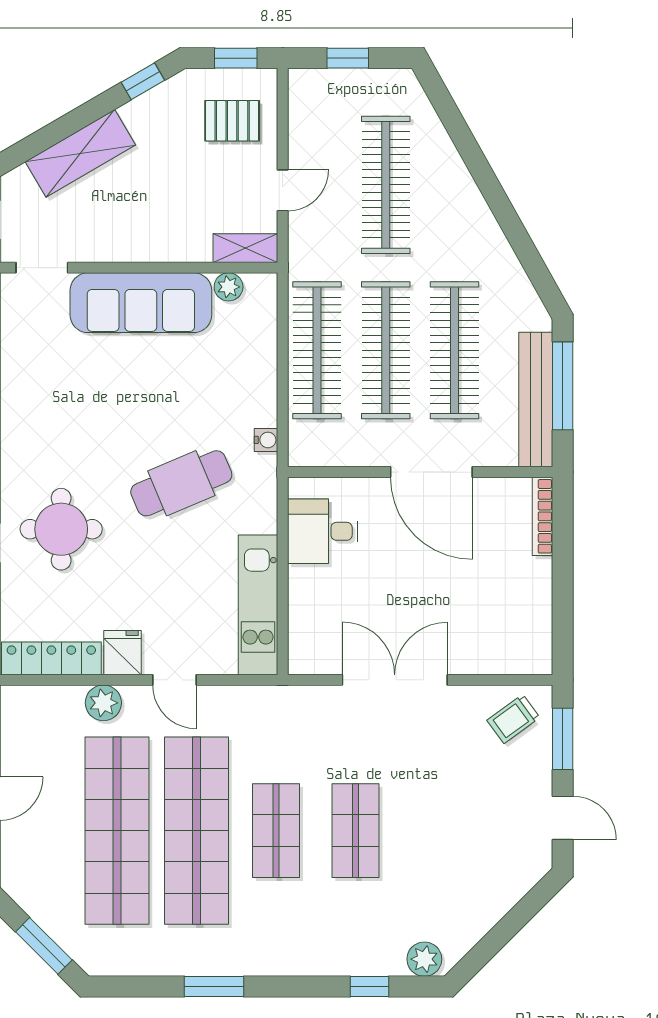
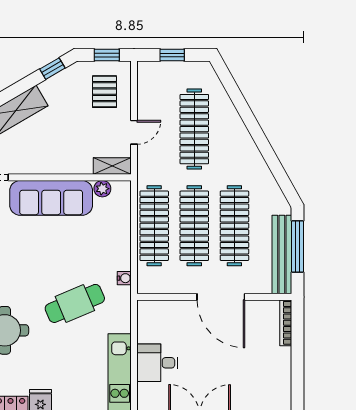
pallet: (232, 121) -> (104, 92), turned 90
desk: (323, 531) -> (157, 363), moved

